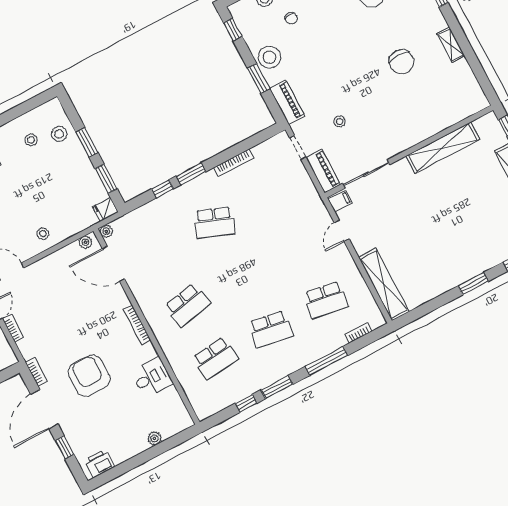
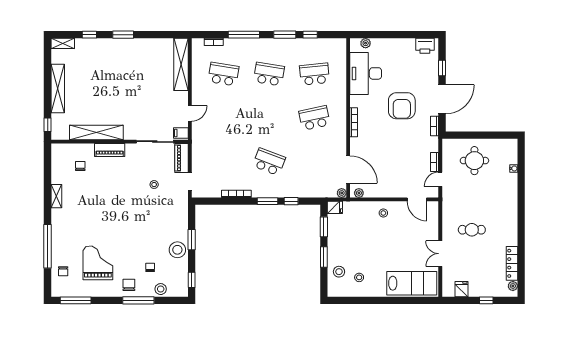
chair: (401, 62) -> (80, 166), moved, width x0.54, depth x0.54
piano: (287, 102) -> (110, 150), moved, turned -90
desk: (152, 378) -> (366, 73), width x1.87, depth x1.30
plant: (154, 438) -> (366, 43), moved

